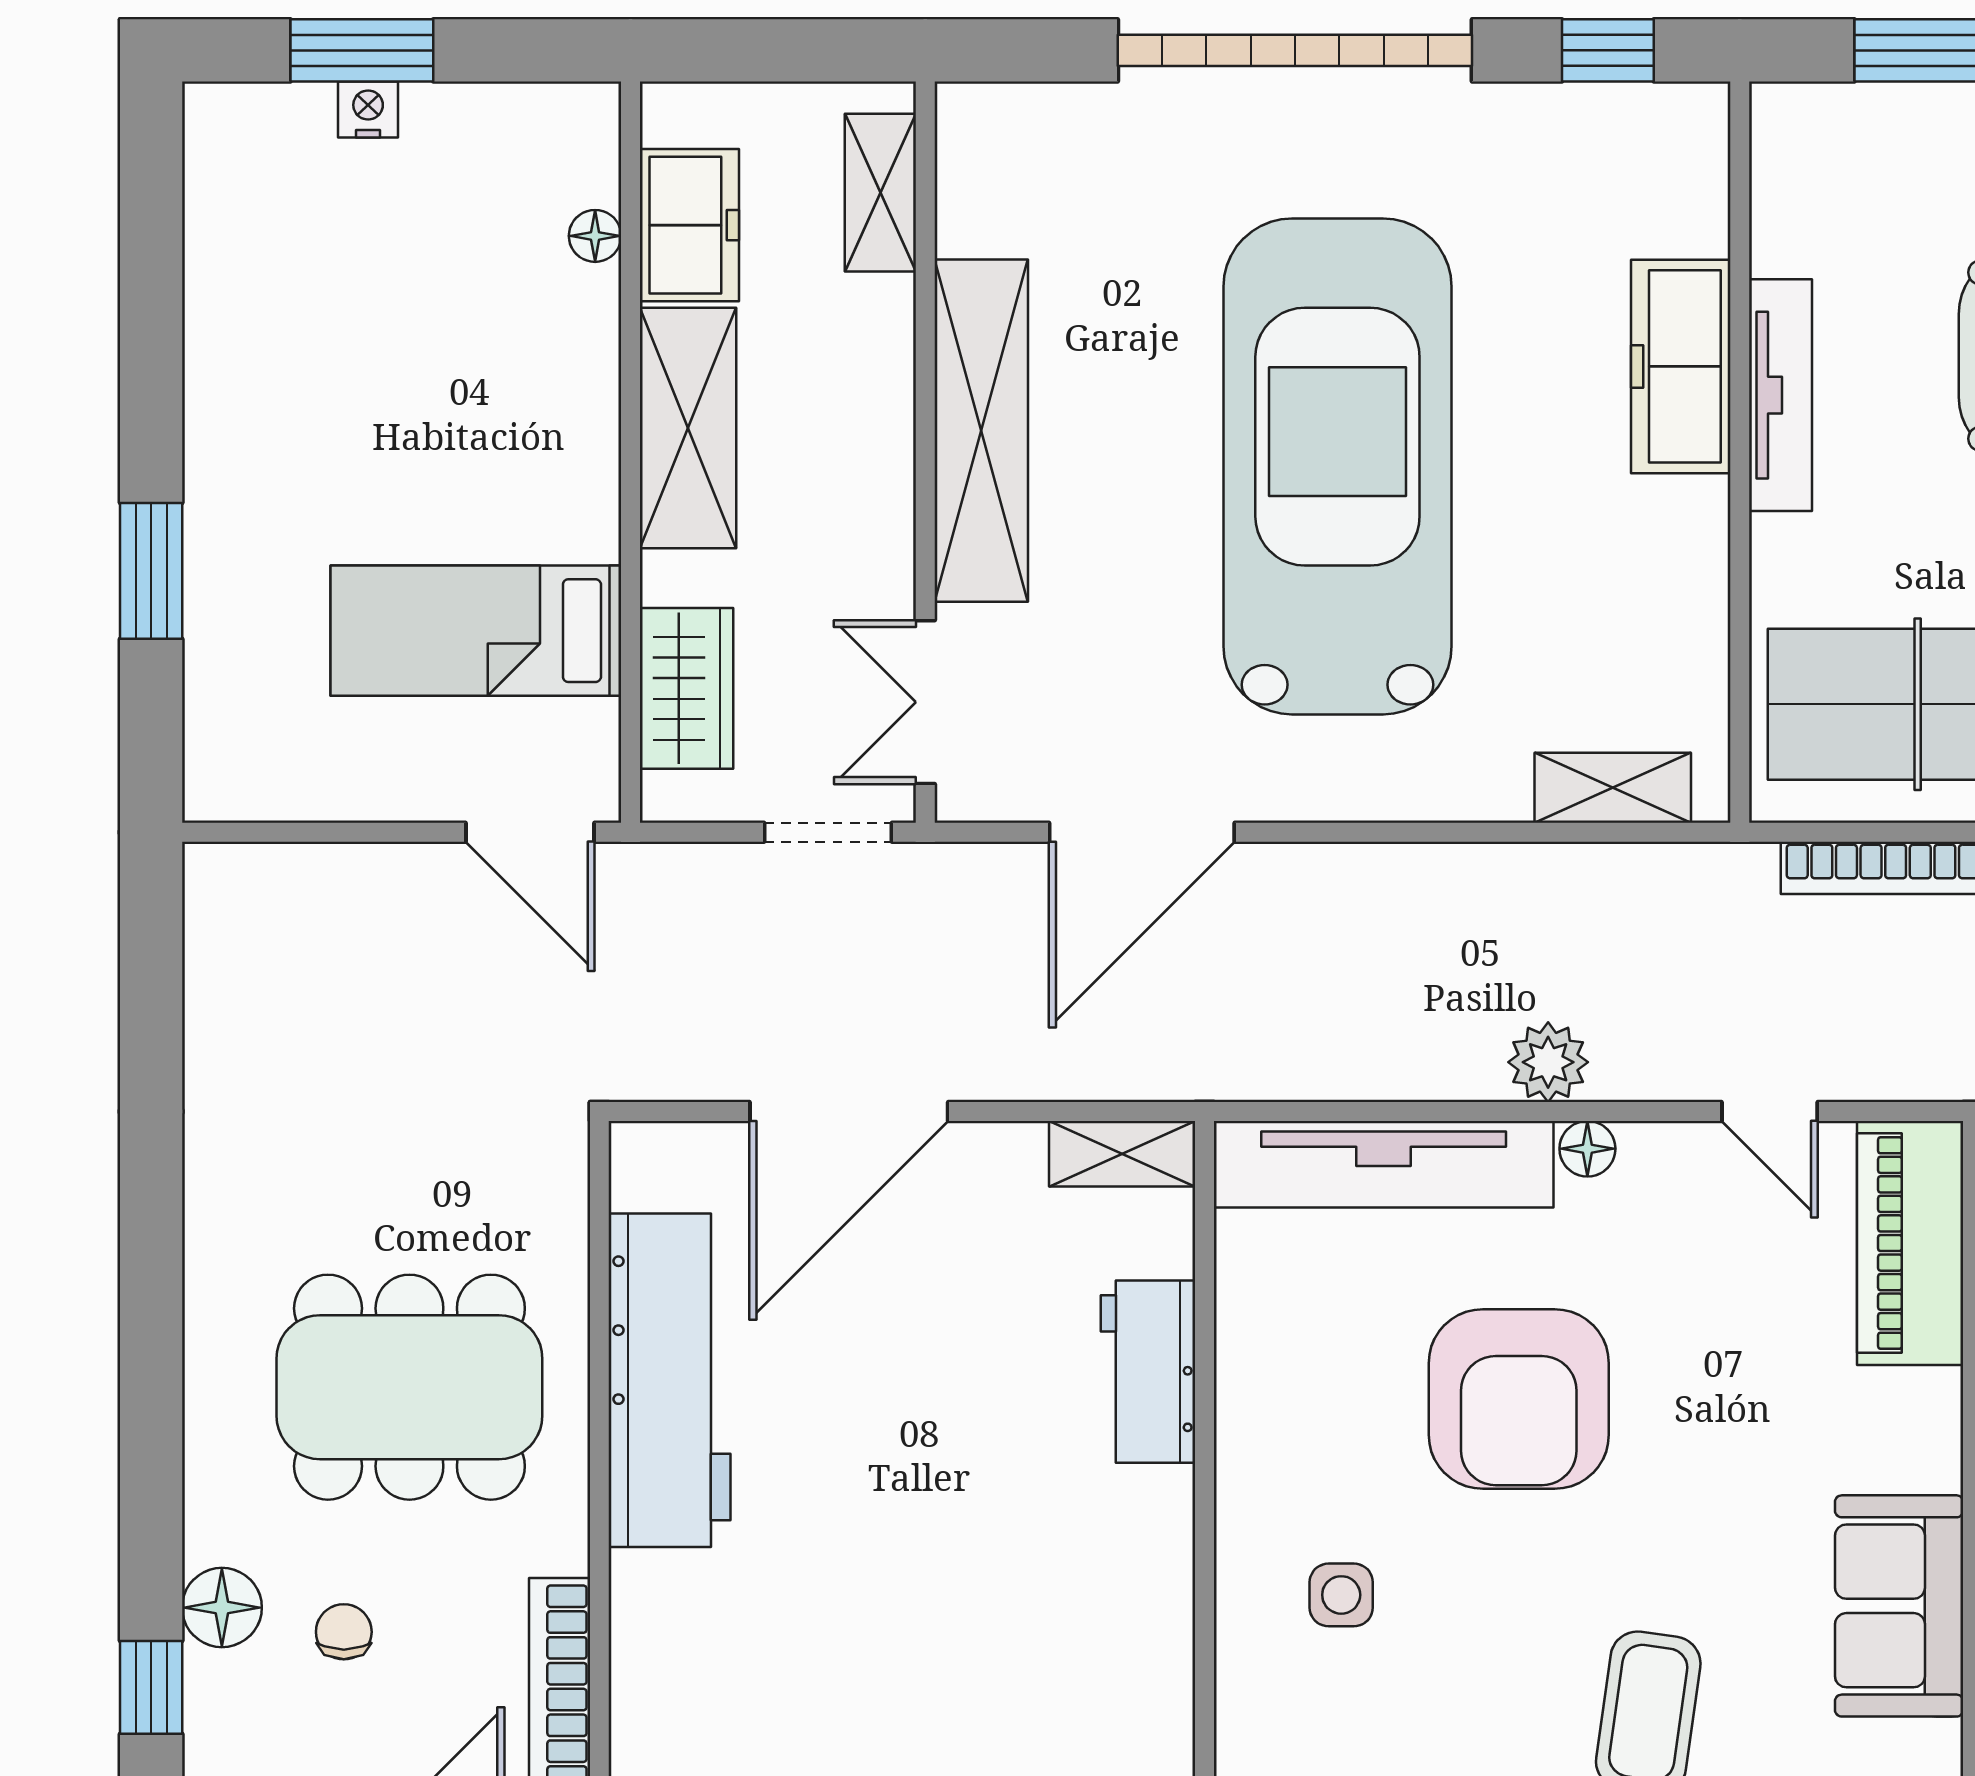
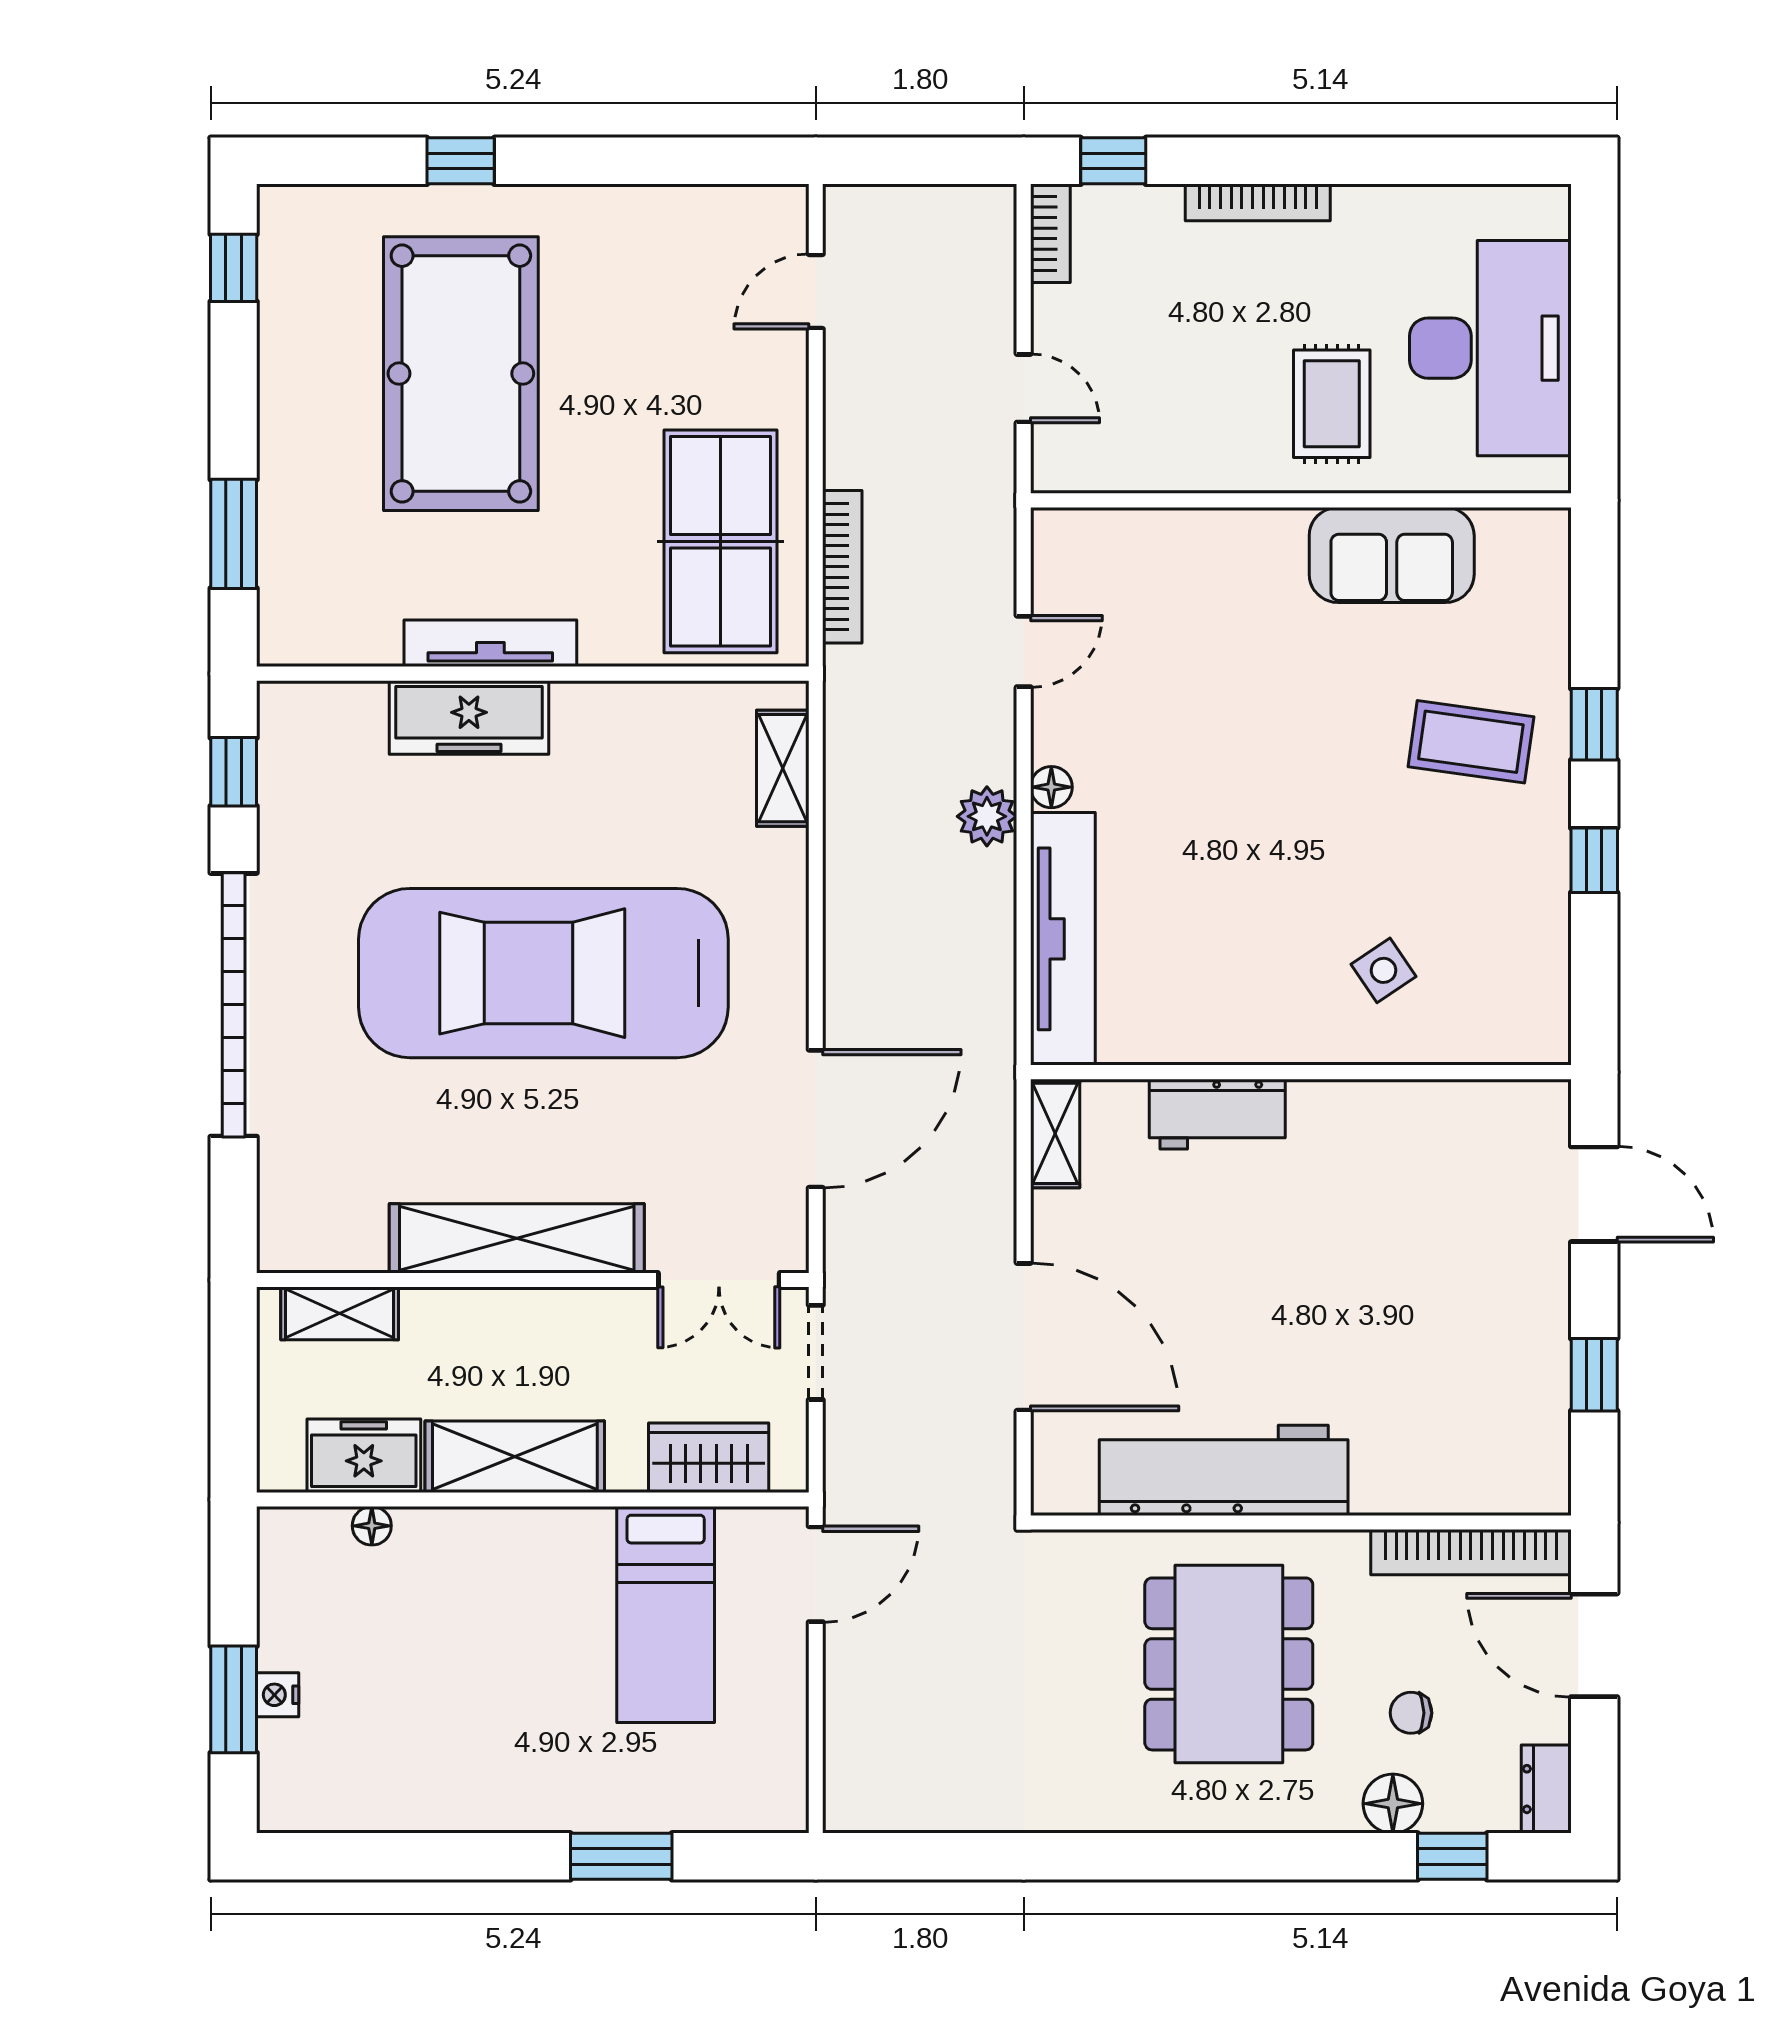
door: (1142, 832) -> (816, 1119), hinge flipped
piano: (1910, 1243) -> (1122, 547), removed
armchair: (1519, 1399) -> (1238, 838), removed
side table: (1341, 1595) -> (1383, 970), turned -34

